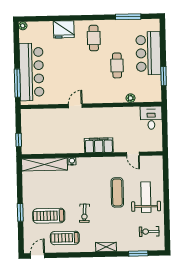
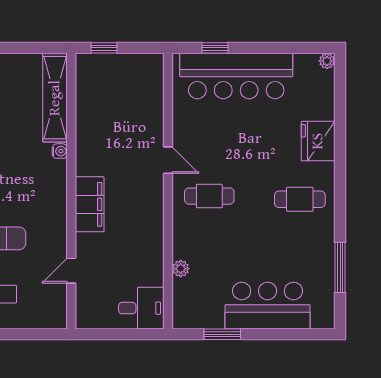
cafe table: (117, 65) -> (209, 196), moved
window: (17, 83) -> (215, 48), width x0.46

